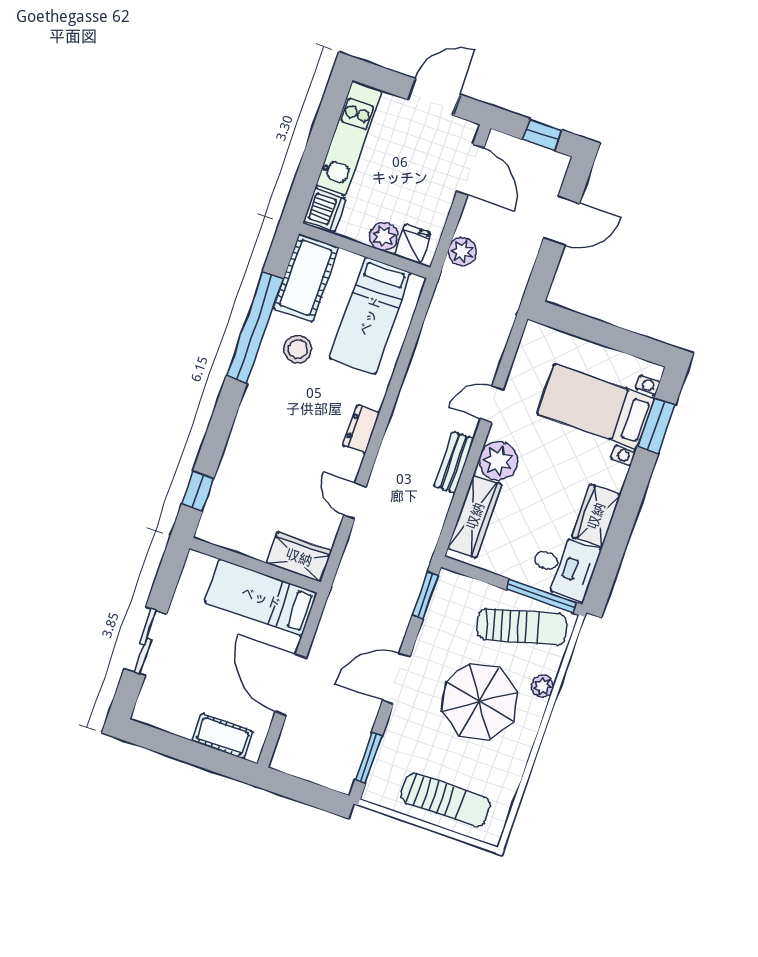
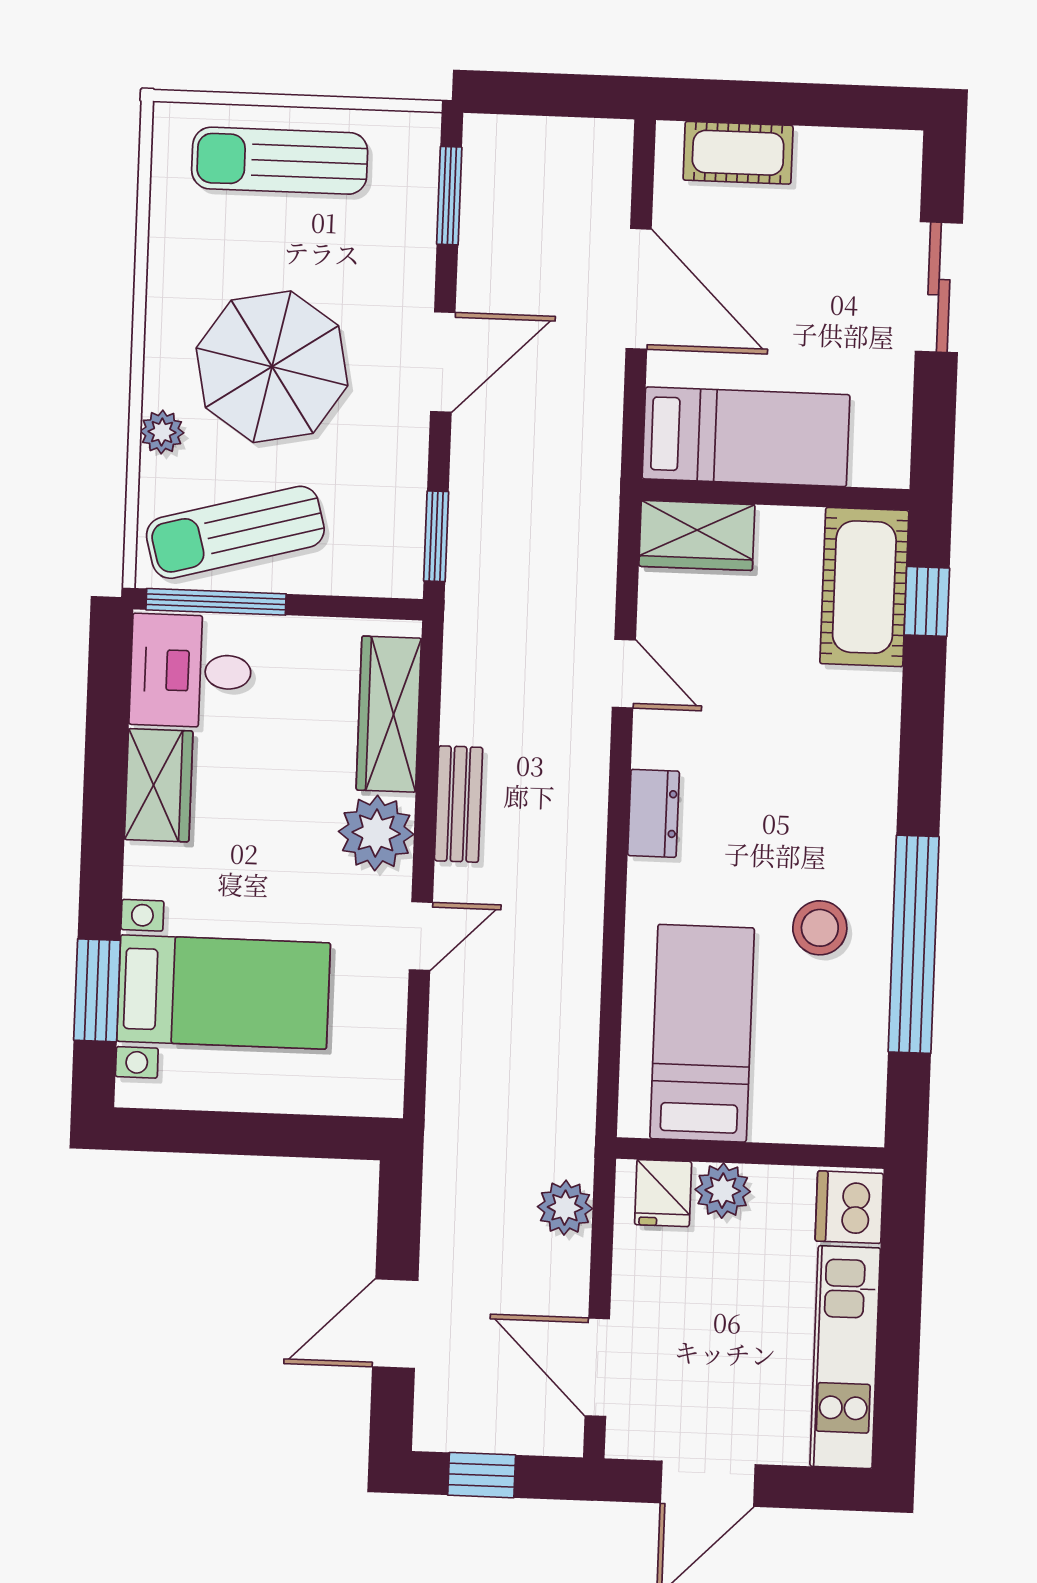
cot: (306, 278) -> (864, 587), moved

